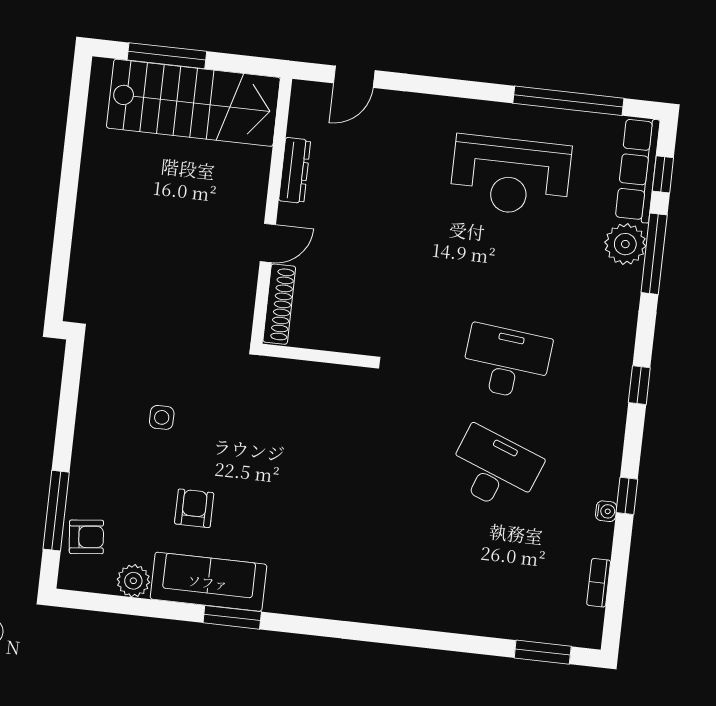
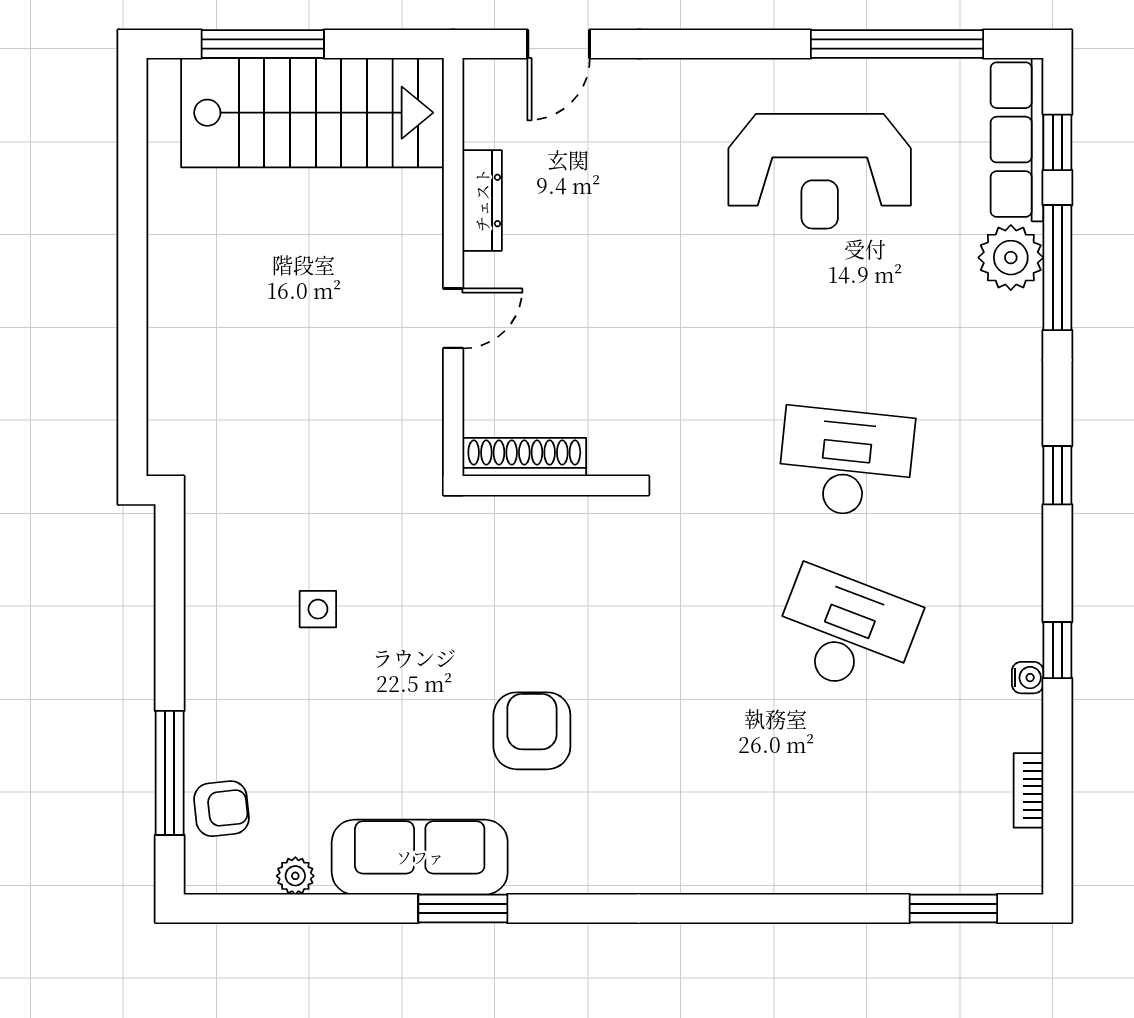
shoe rack: (279, 304) -> (524, 457), moved, turned -90
armchair: (194, 508) -> (532, 731), moved, width x1.38, depth x1.38
plant: (133, 581) -> (295, 876), width x0.73, depth x0.73

